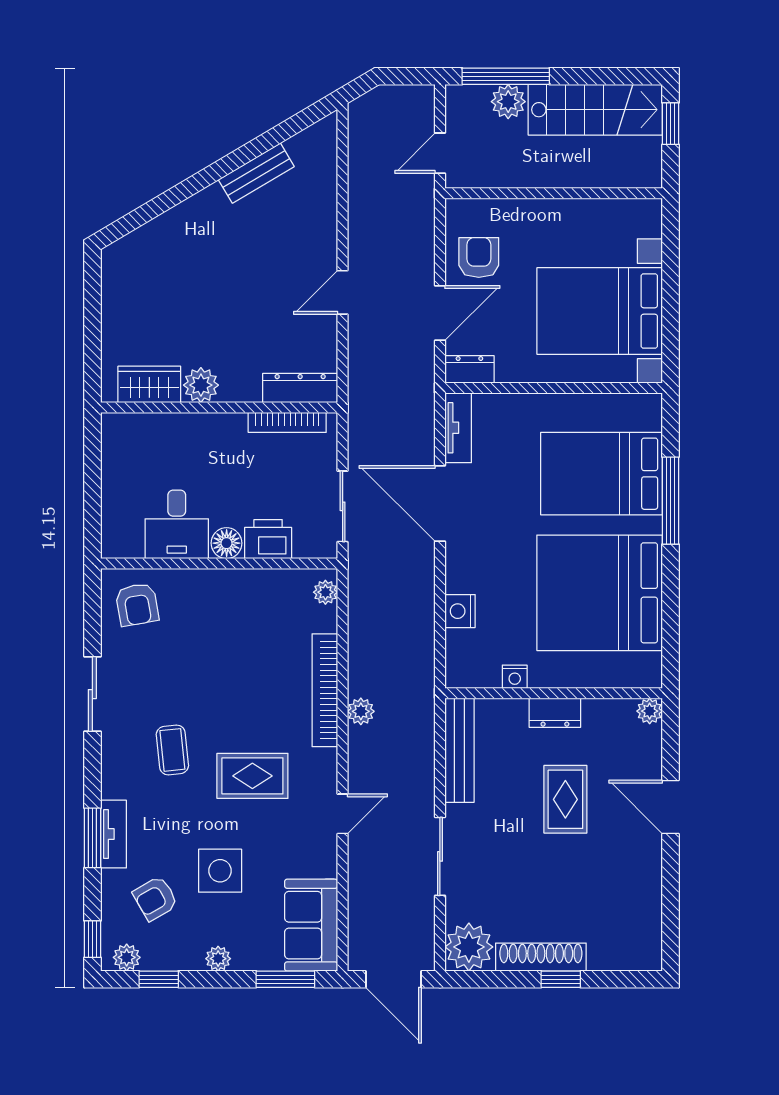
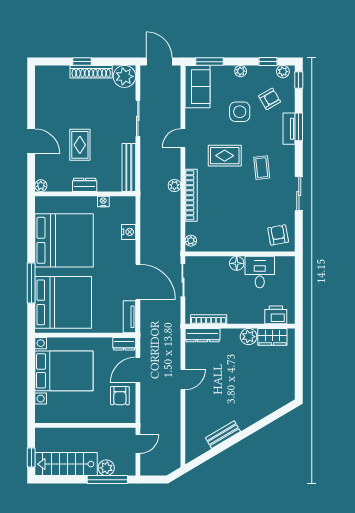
bed: (601, 474) -> (63, 302), width x1.36
printer: (268, 539) -> (276, 315), moved, turned 180

